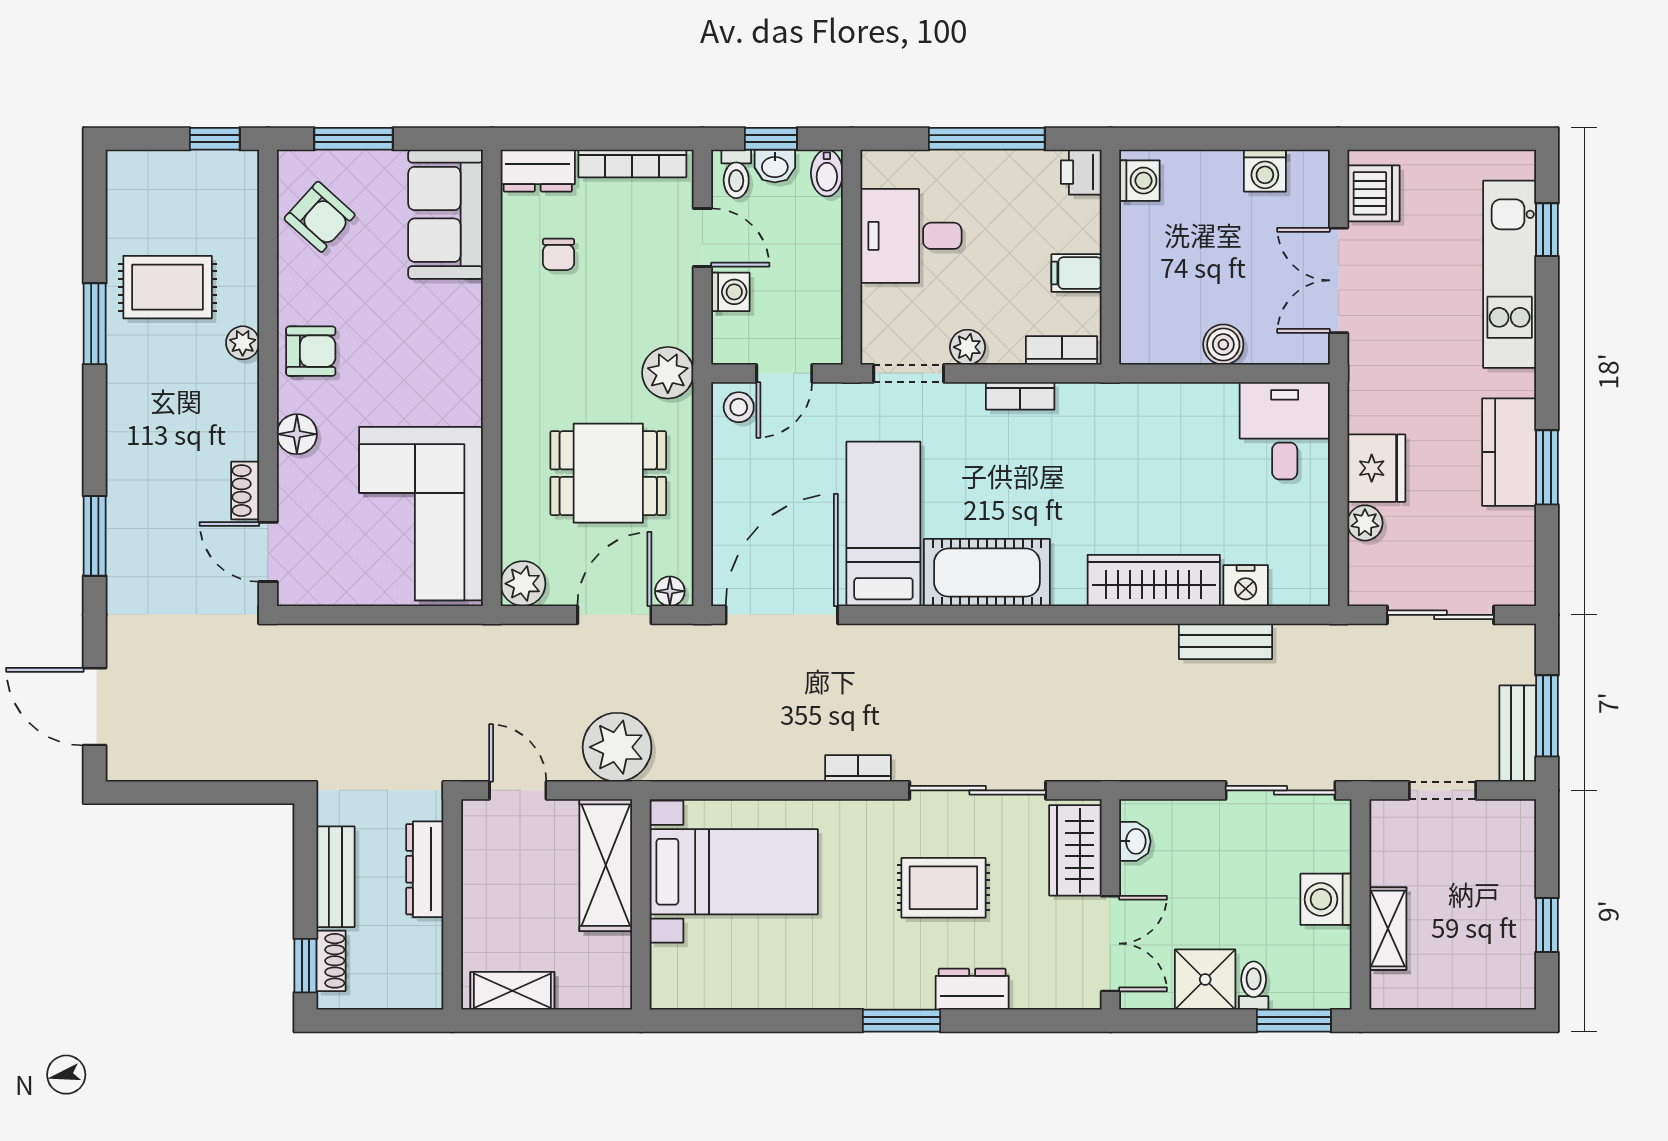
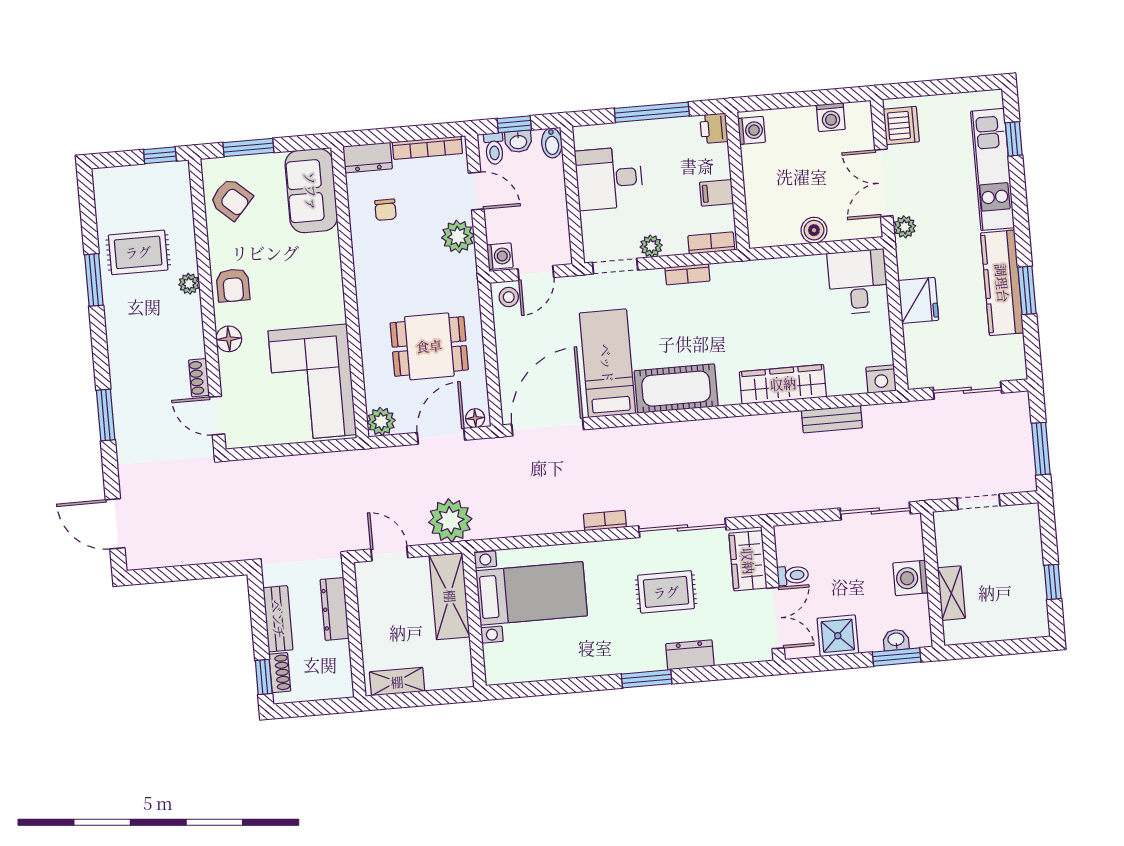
washing machine: (730, 292) -> (500, 256), moved
armchair: (311, 351) -> (233, 285), turned 90
plant: (668, 373) -> (458, 237), moved
kitchen counter: (1509, 452) -> (1002, 283), width x1.50
plant: (1365, 523) -> (905, 227), moved
nightstand: (1246, 586) -> (881, 379), moved
bench: (1518, 733) -> (1023, 462), removed
washbasin: (1135, 841) -> (896, 640), moved, turned -90
toilet: (1254, 986) -> (793, 575), moved, turned 90

